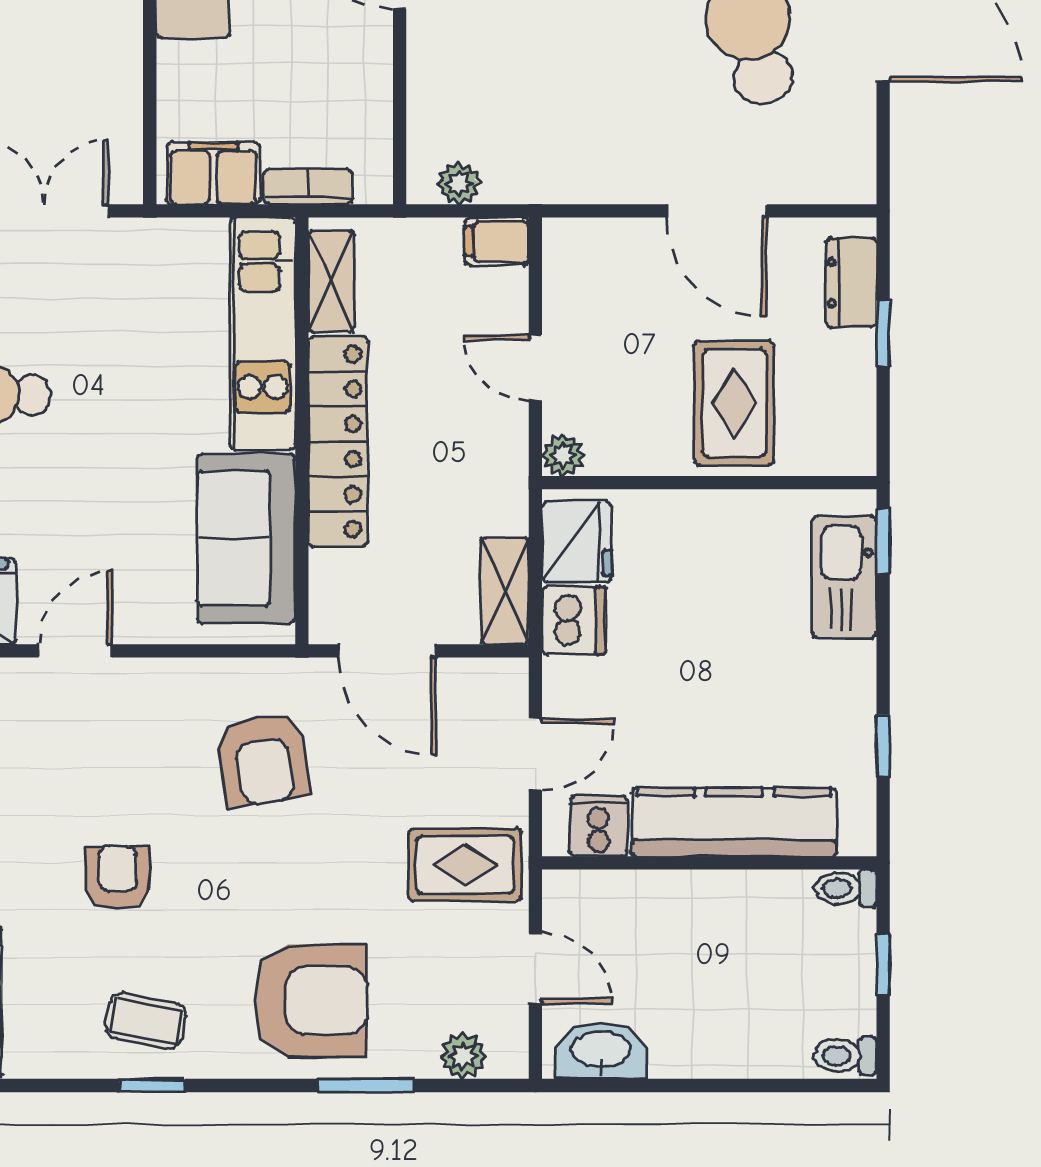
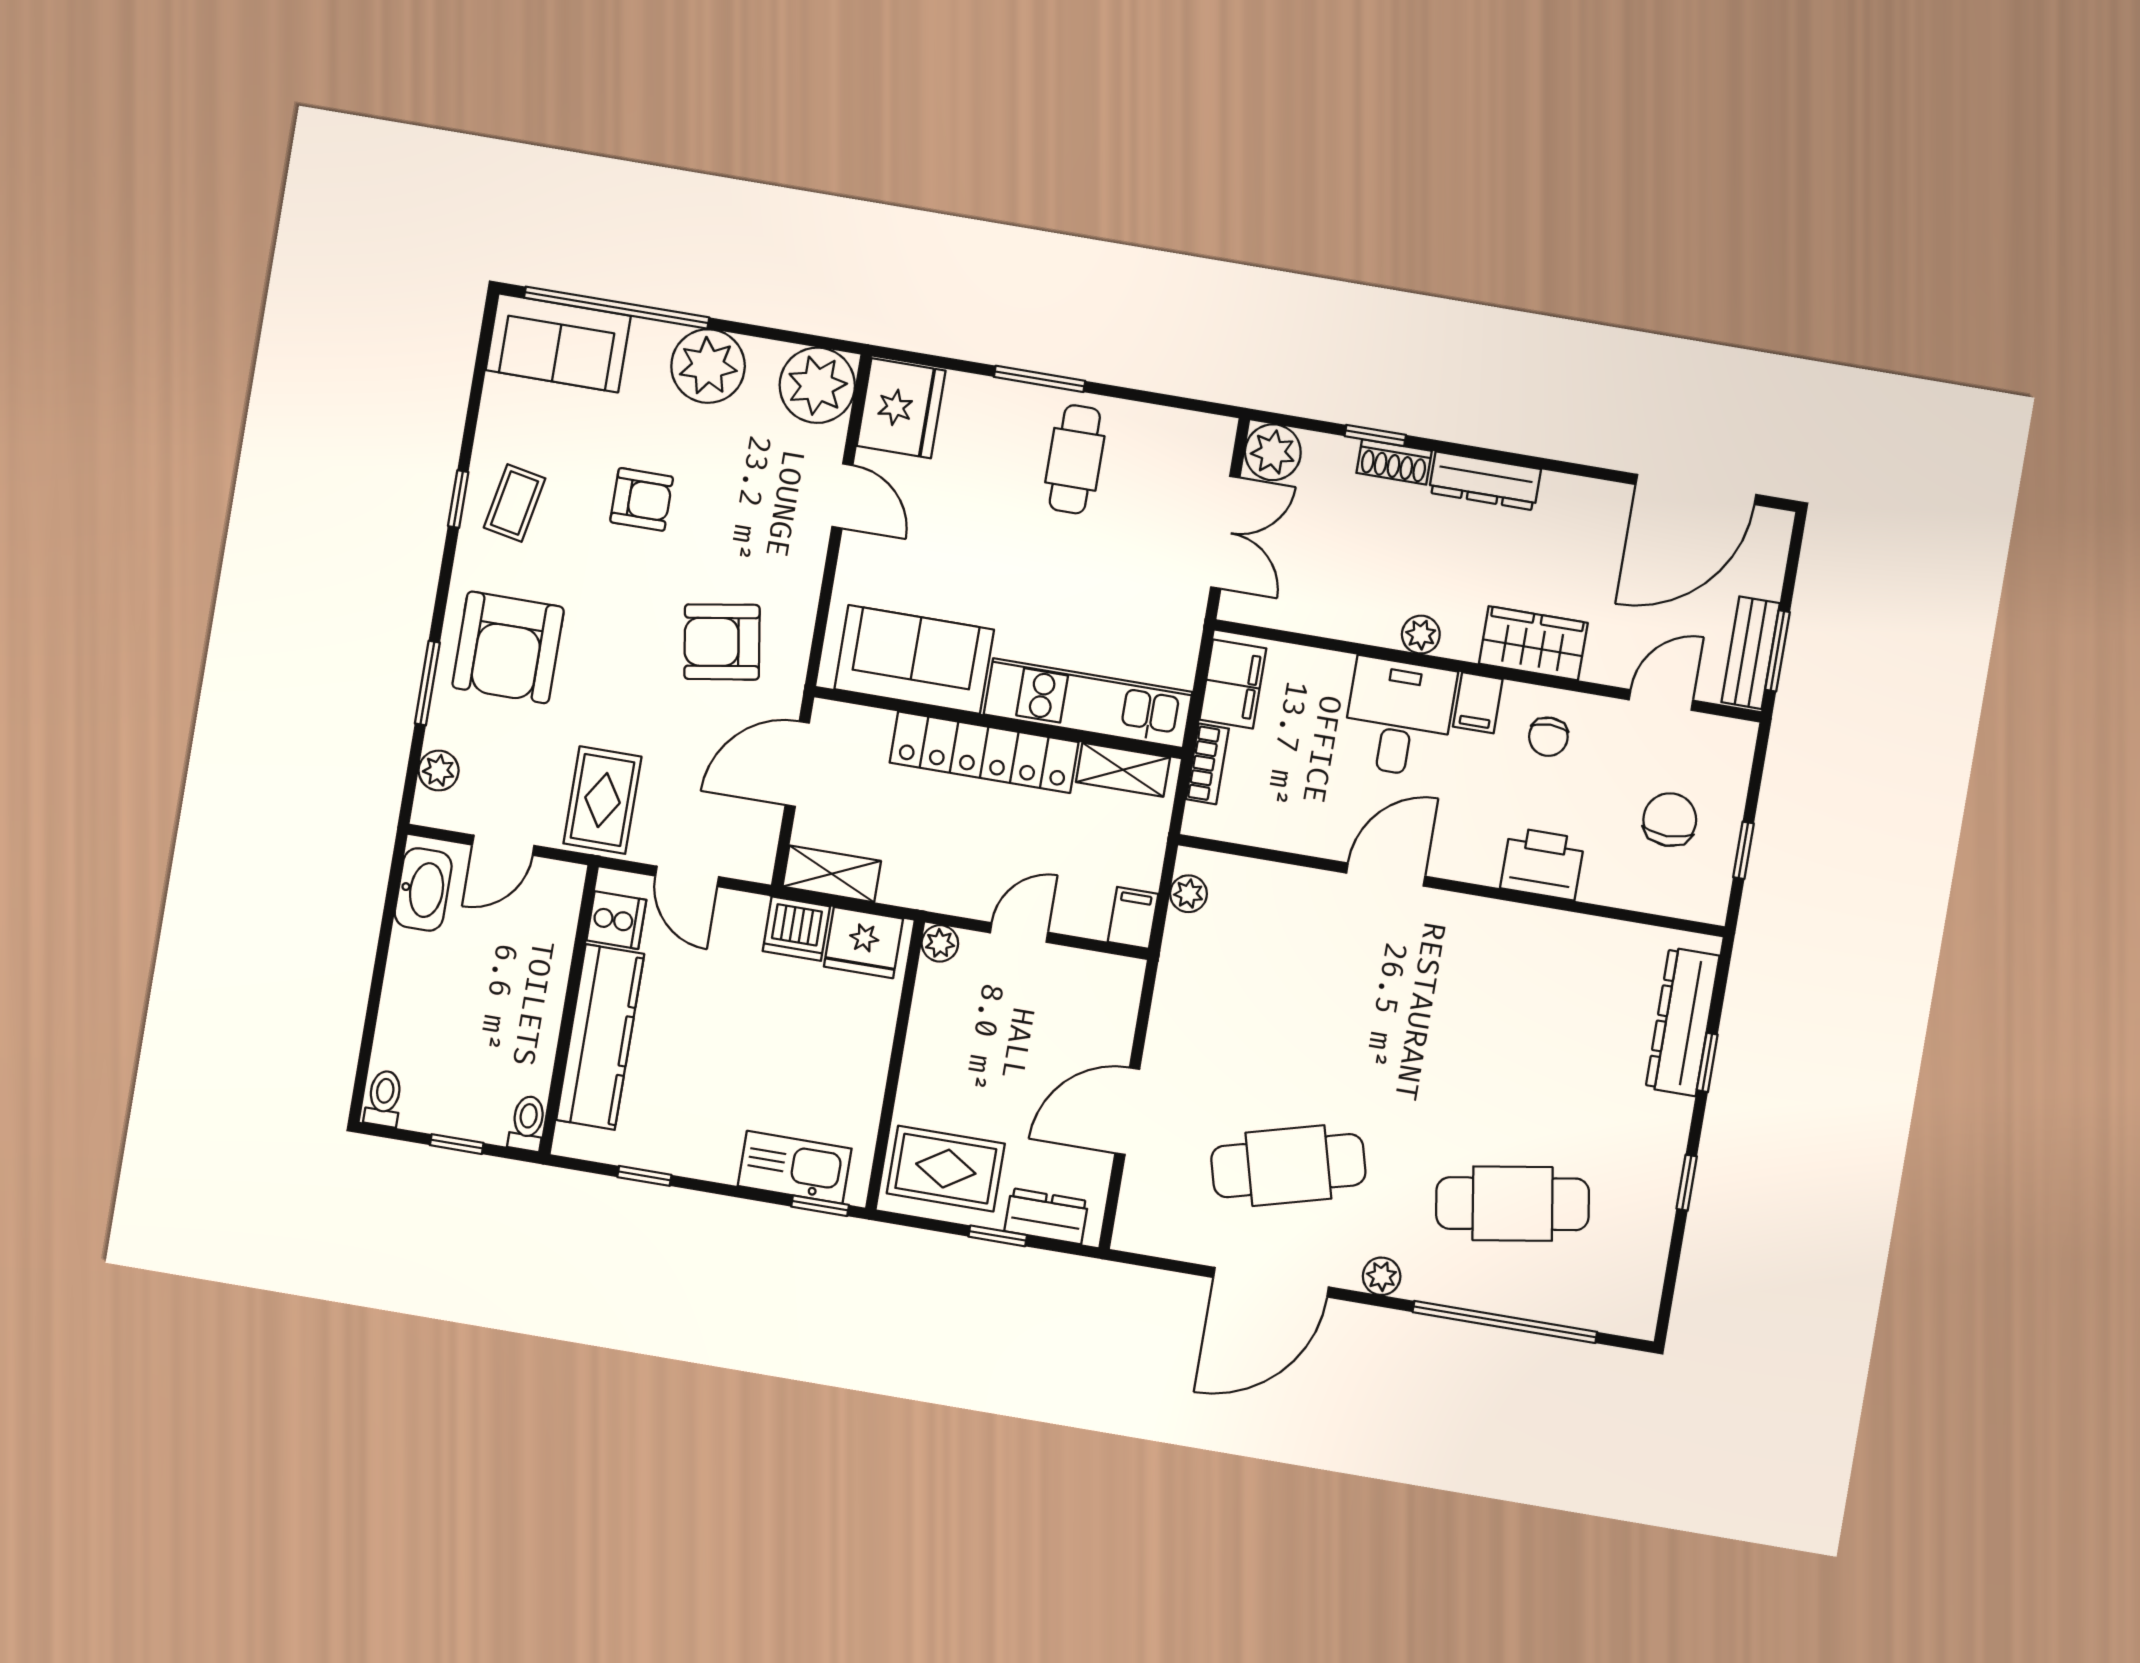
rug: (734, 403) -> (946, 1169), moved

